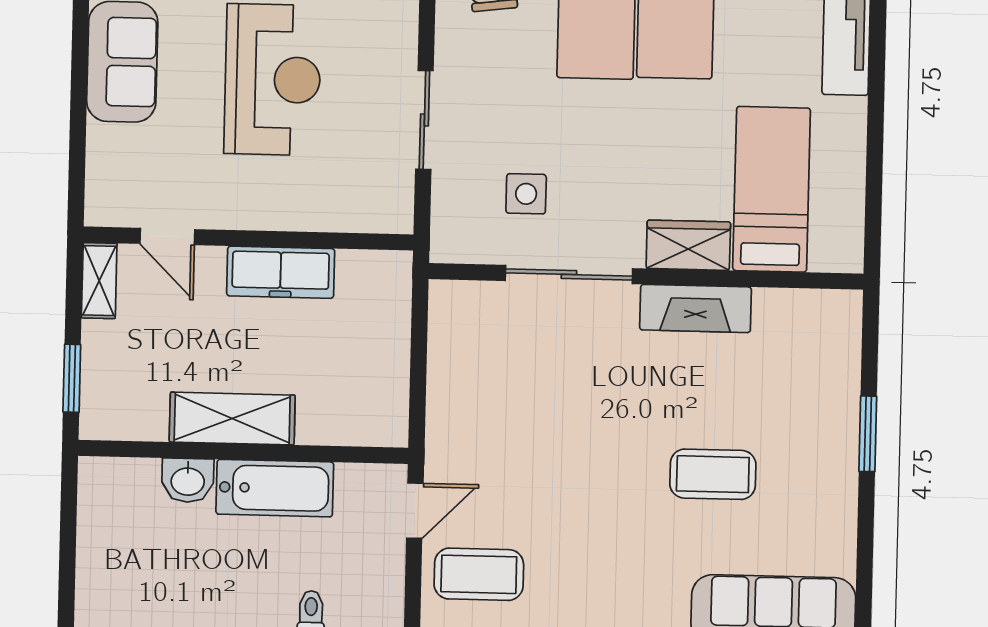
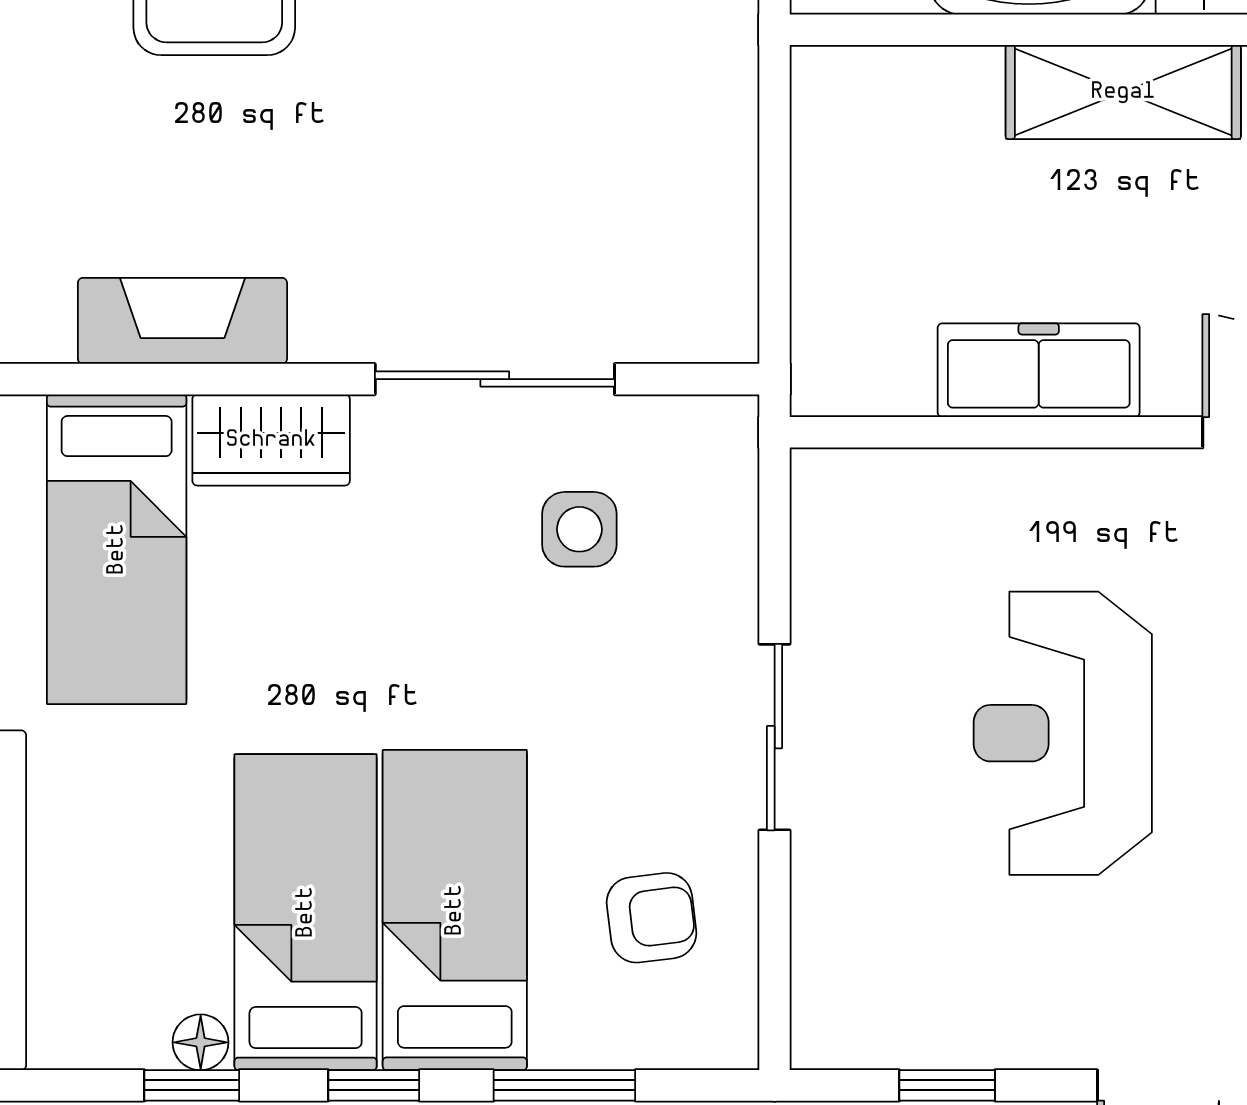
sliding door: (424, 120) -> (775, 737), moved
fireplace: (696, 308) -> (182, 321), moved

